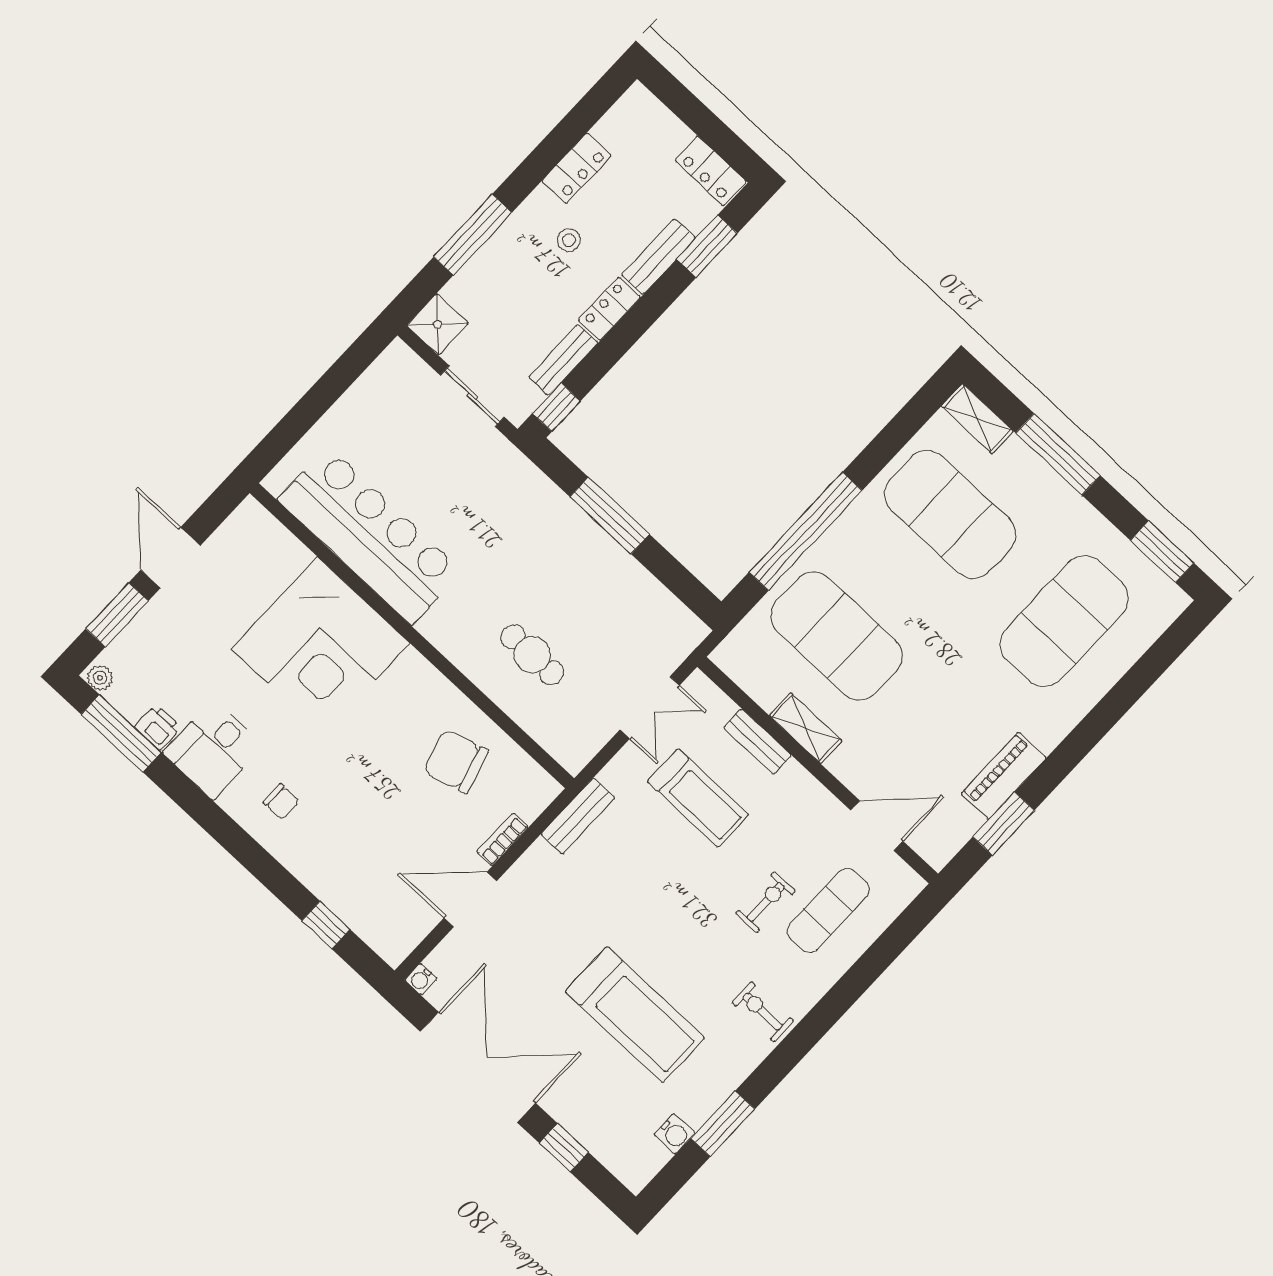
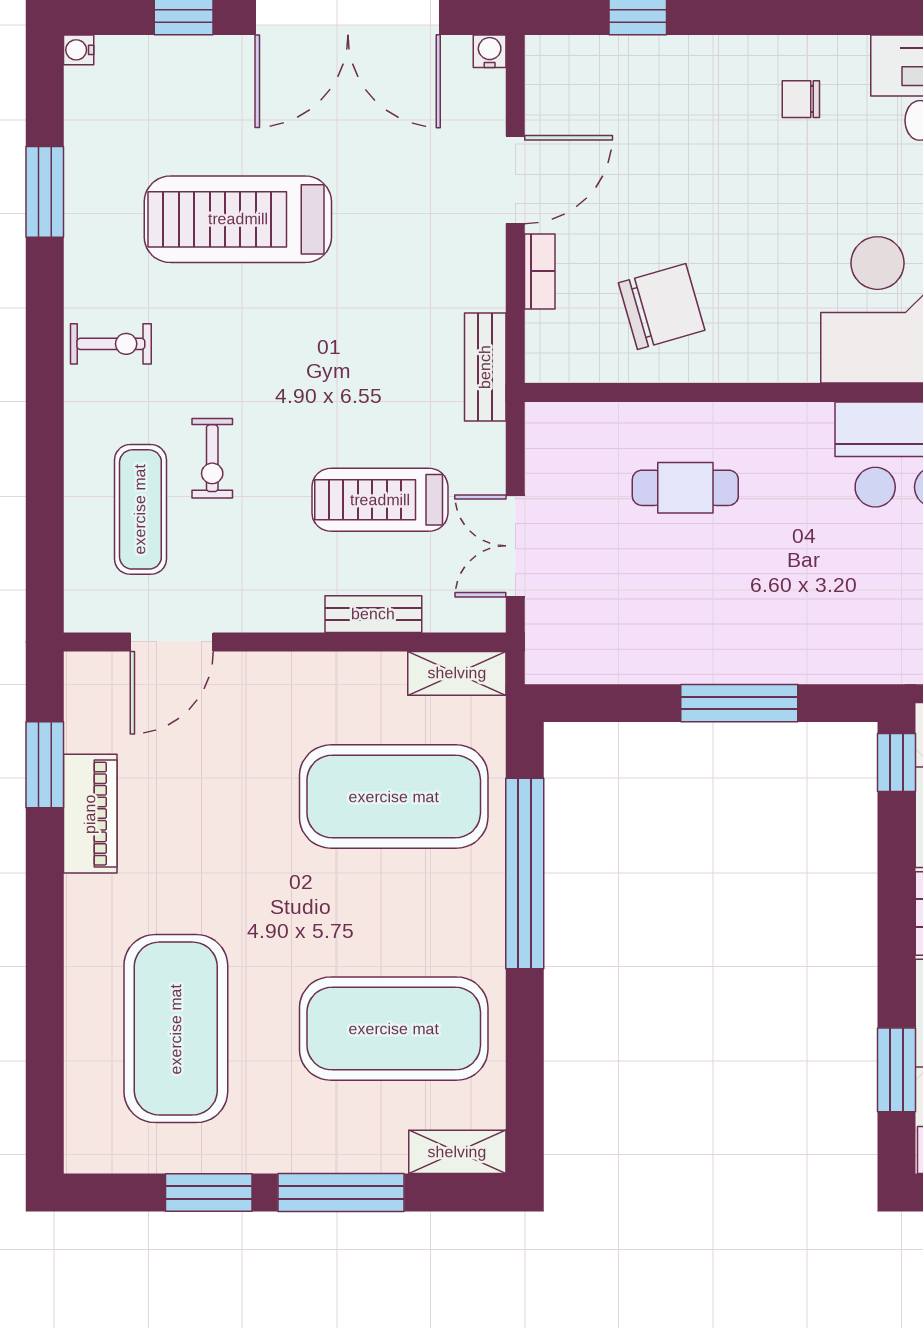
window: (1162, 552) -> (209, 1193), moved
shelving: (806, 728) -> (457, 673), moved
water cooler: (674, 1134) -> (79, 50), moved, width x0.72, depth x0.72

